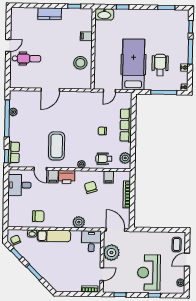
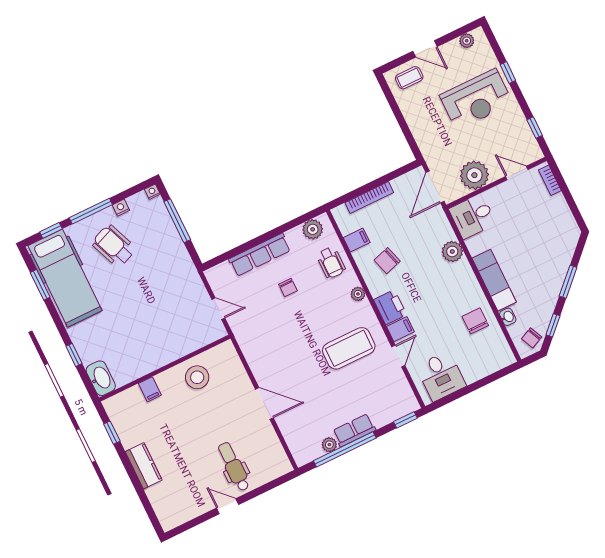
hospital bed: (133, 64) -> (65, 278), moved, turned -90
wheelchair: (160, 65) -> (114, 246), moved, turned 68
row of seats: (14, 152) -> (354, 430), moved

